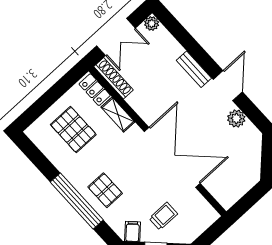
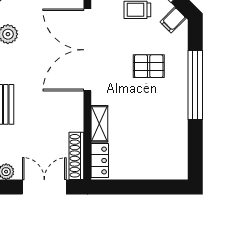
pallet: (73, 130) -> (146, 144), removed
pallet: (105, 190) -> (149, 66), moved, turned 90

